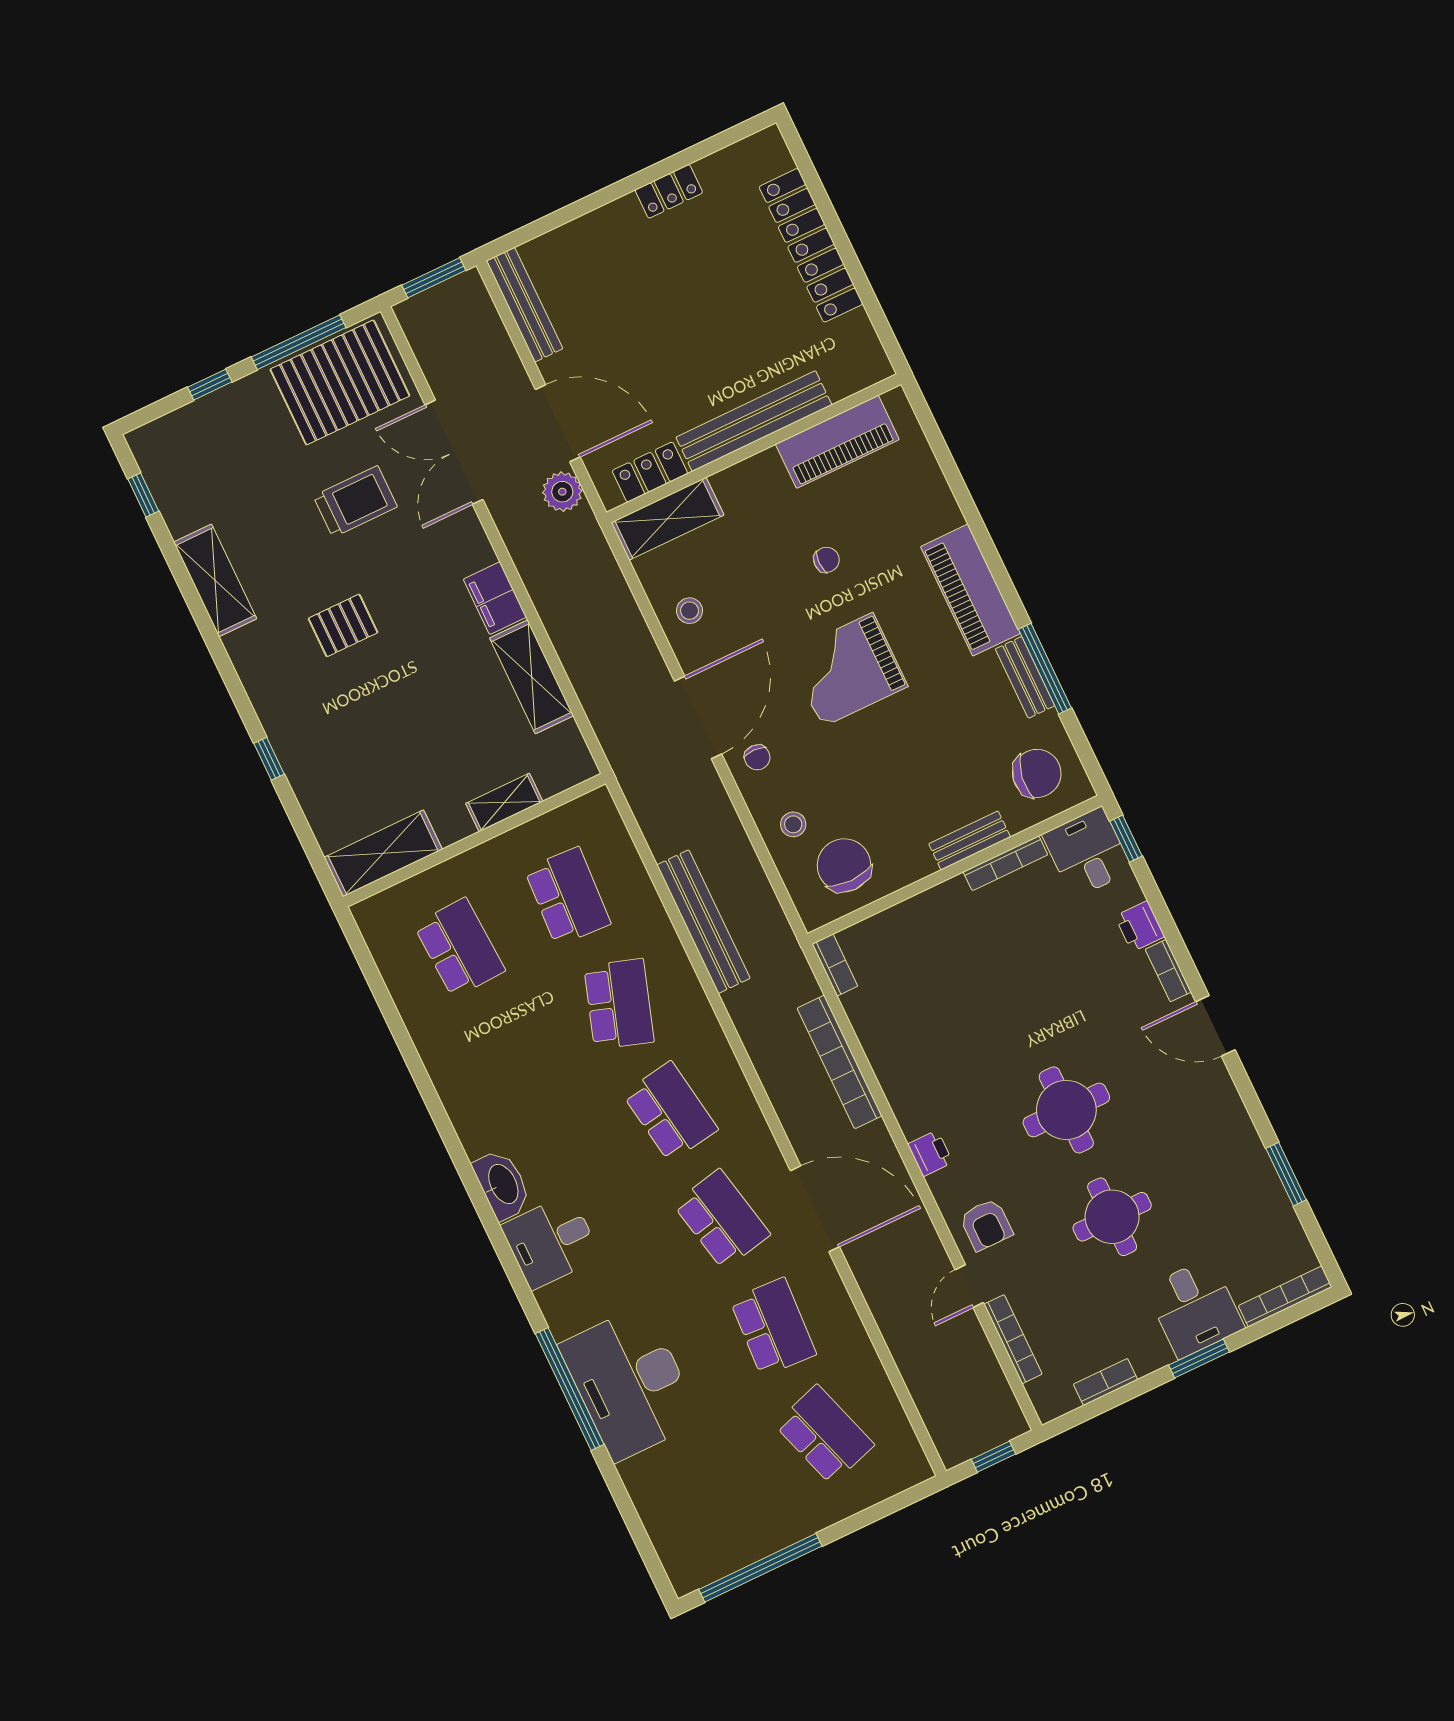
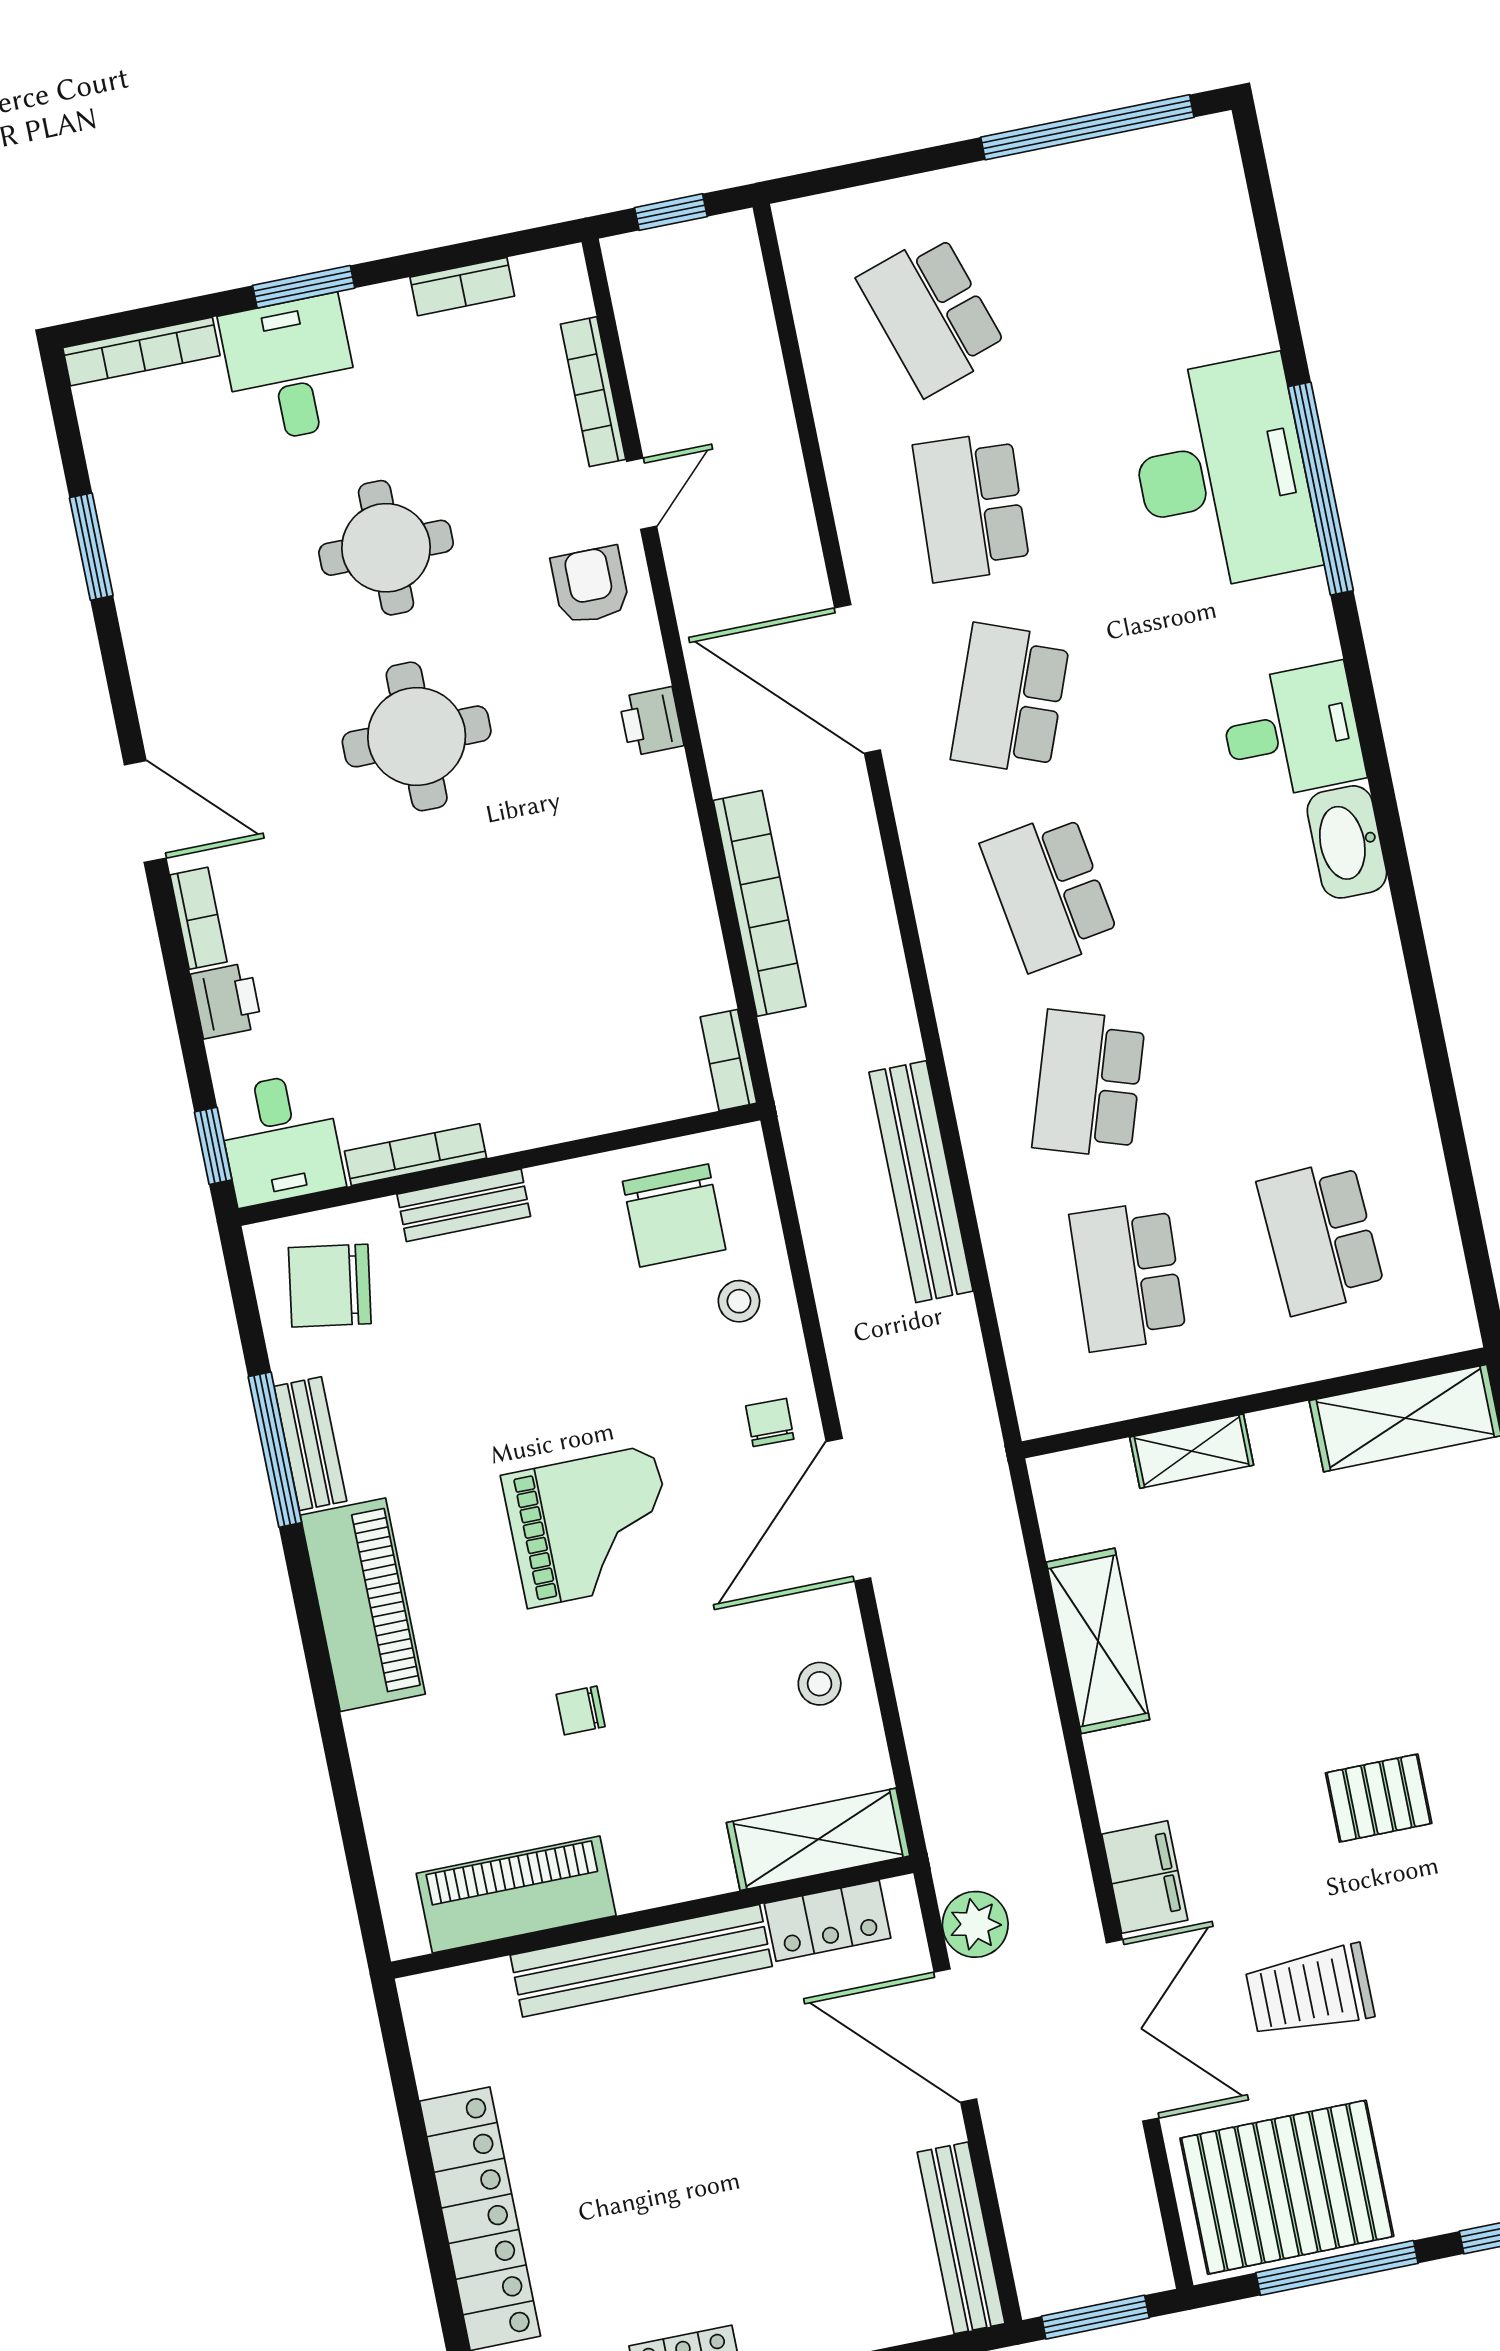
filing cabinet: (495, 598) -> (1145, 1877), moved
school desk: (722, 1219) -> (1011, 699), turned 33

